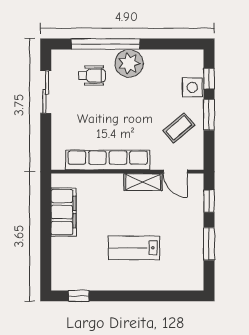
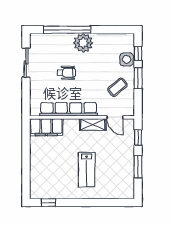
wheelchair: (92, 76) -> (66, 73), moved
filing cabinet: (64, 212) -> (46, 127), moved, turned 90
lab bench: (134, 248) -> (87, 170), turned -90

